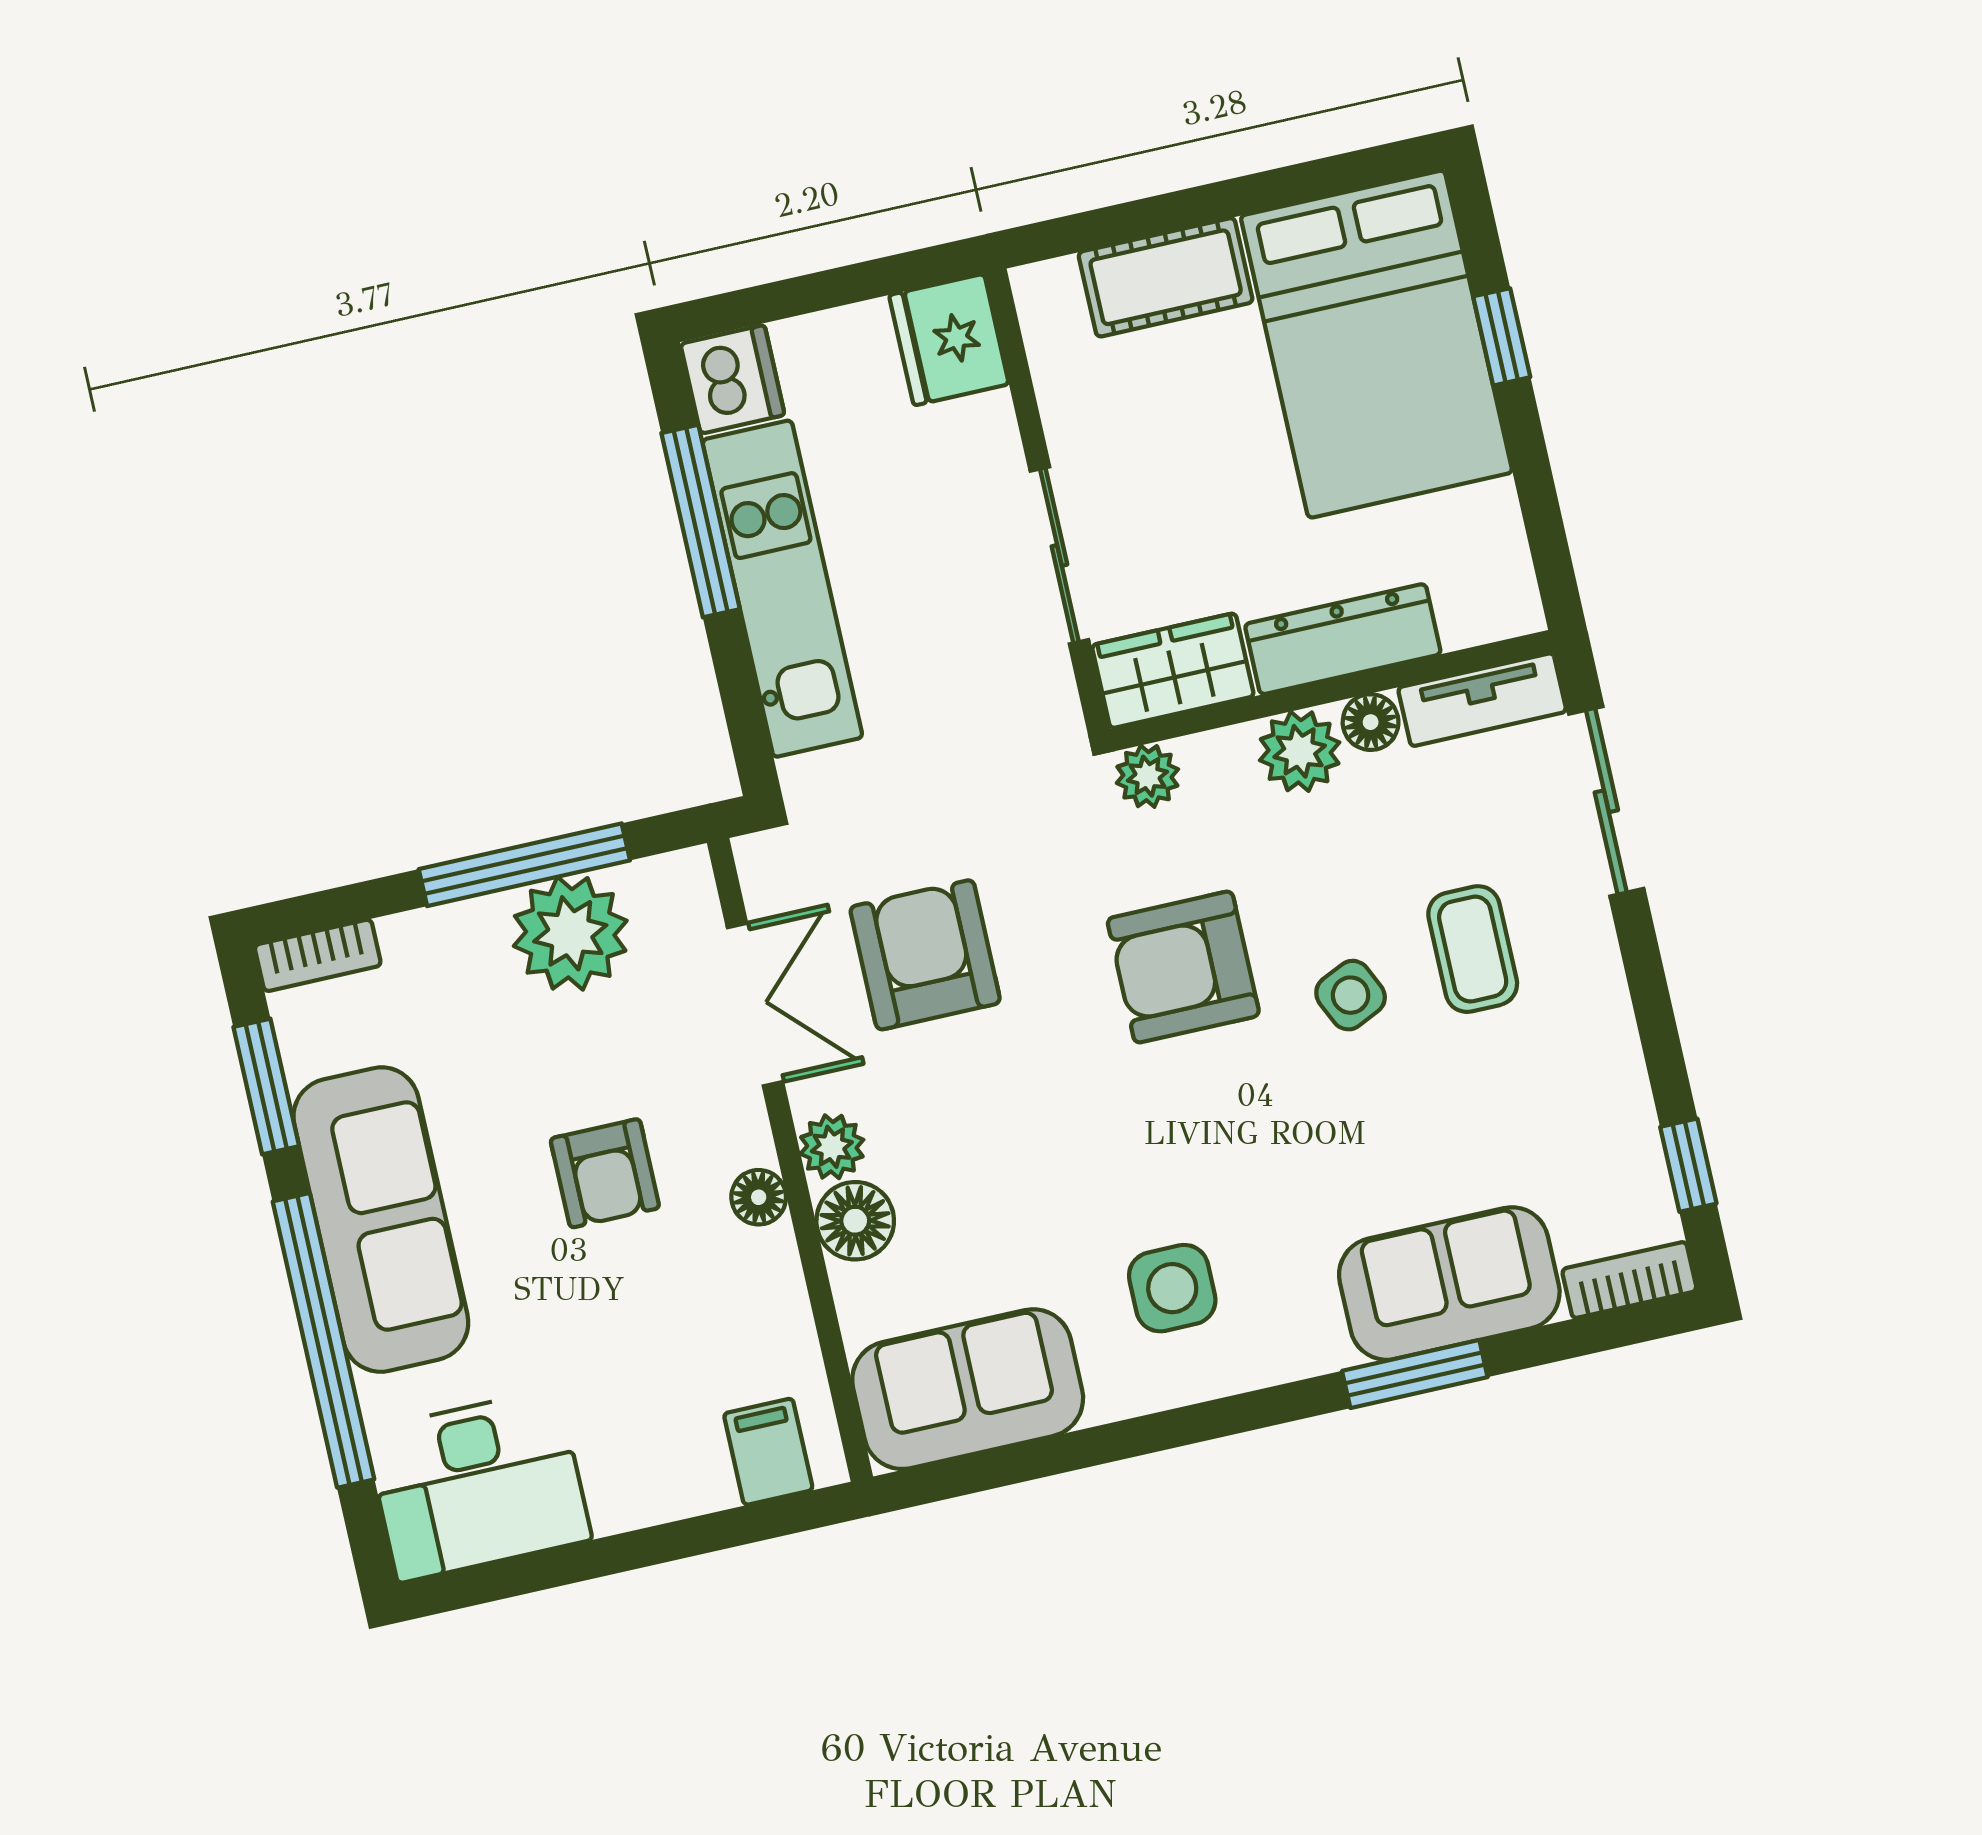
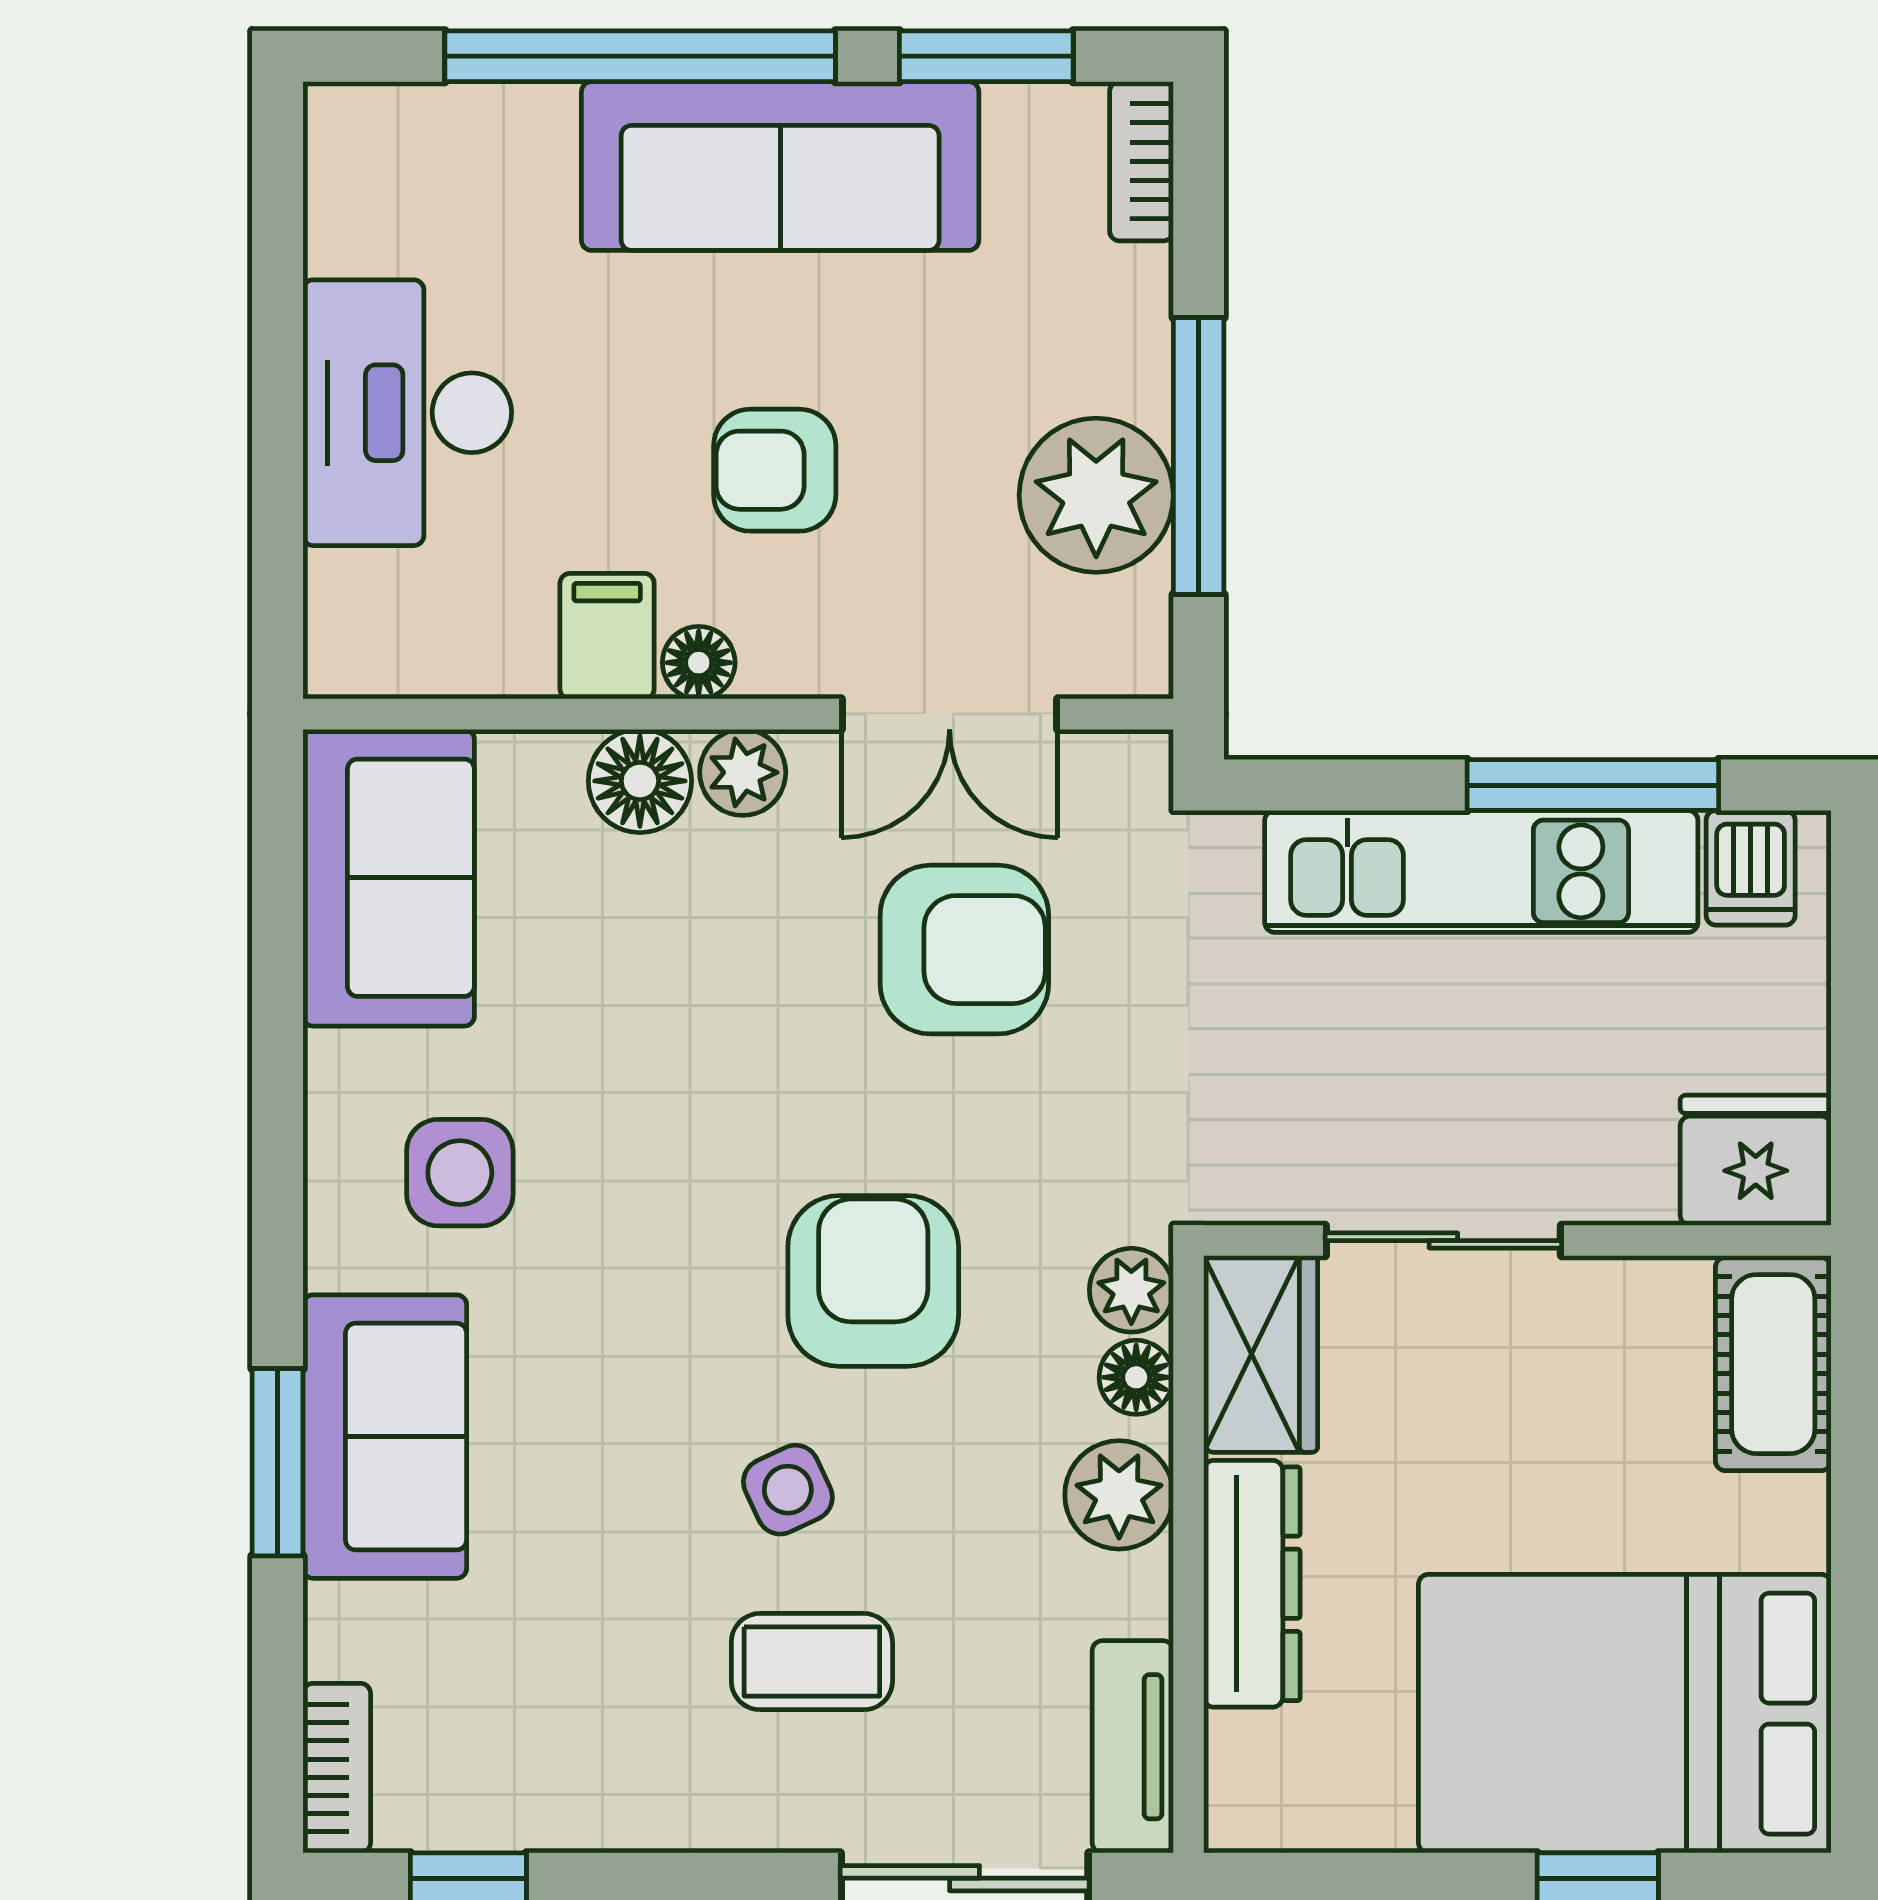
cot: (1166, 277) -> (1773, 1364), moved
dishwasher: (732, 379) -> (1751, 868), width x0.73
floor lamp: (1371, 722) -> (1136, 1377), moved
sofa: (1449, 1284) -> (385, 1437), moved
filing cabinet: (768, 1452) -> (607, 636), moved, turned -90
desk: (478, 1485) -> (407, 413), moved

